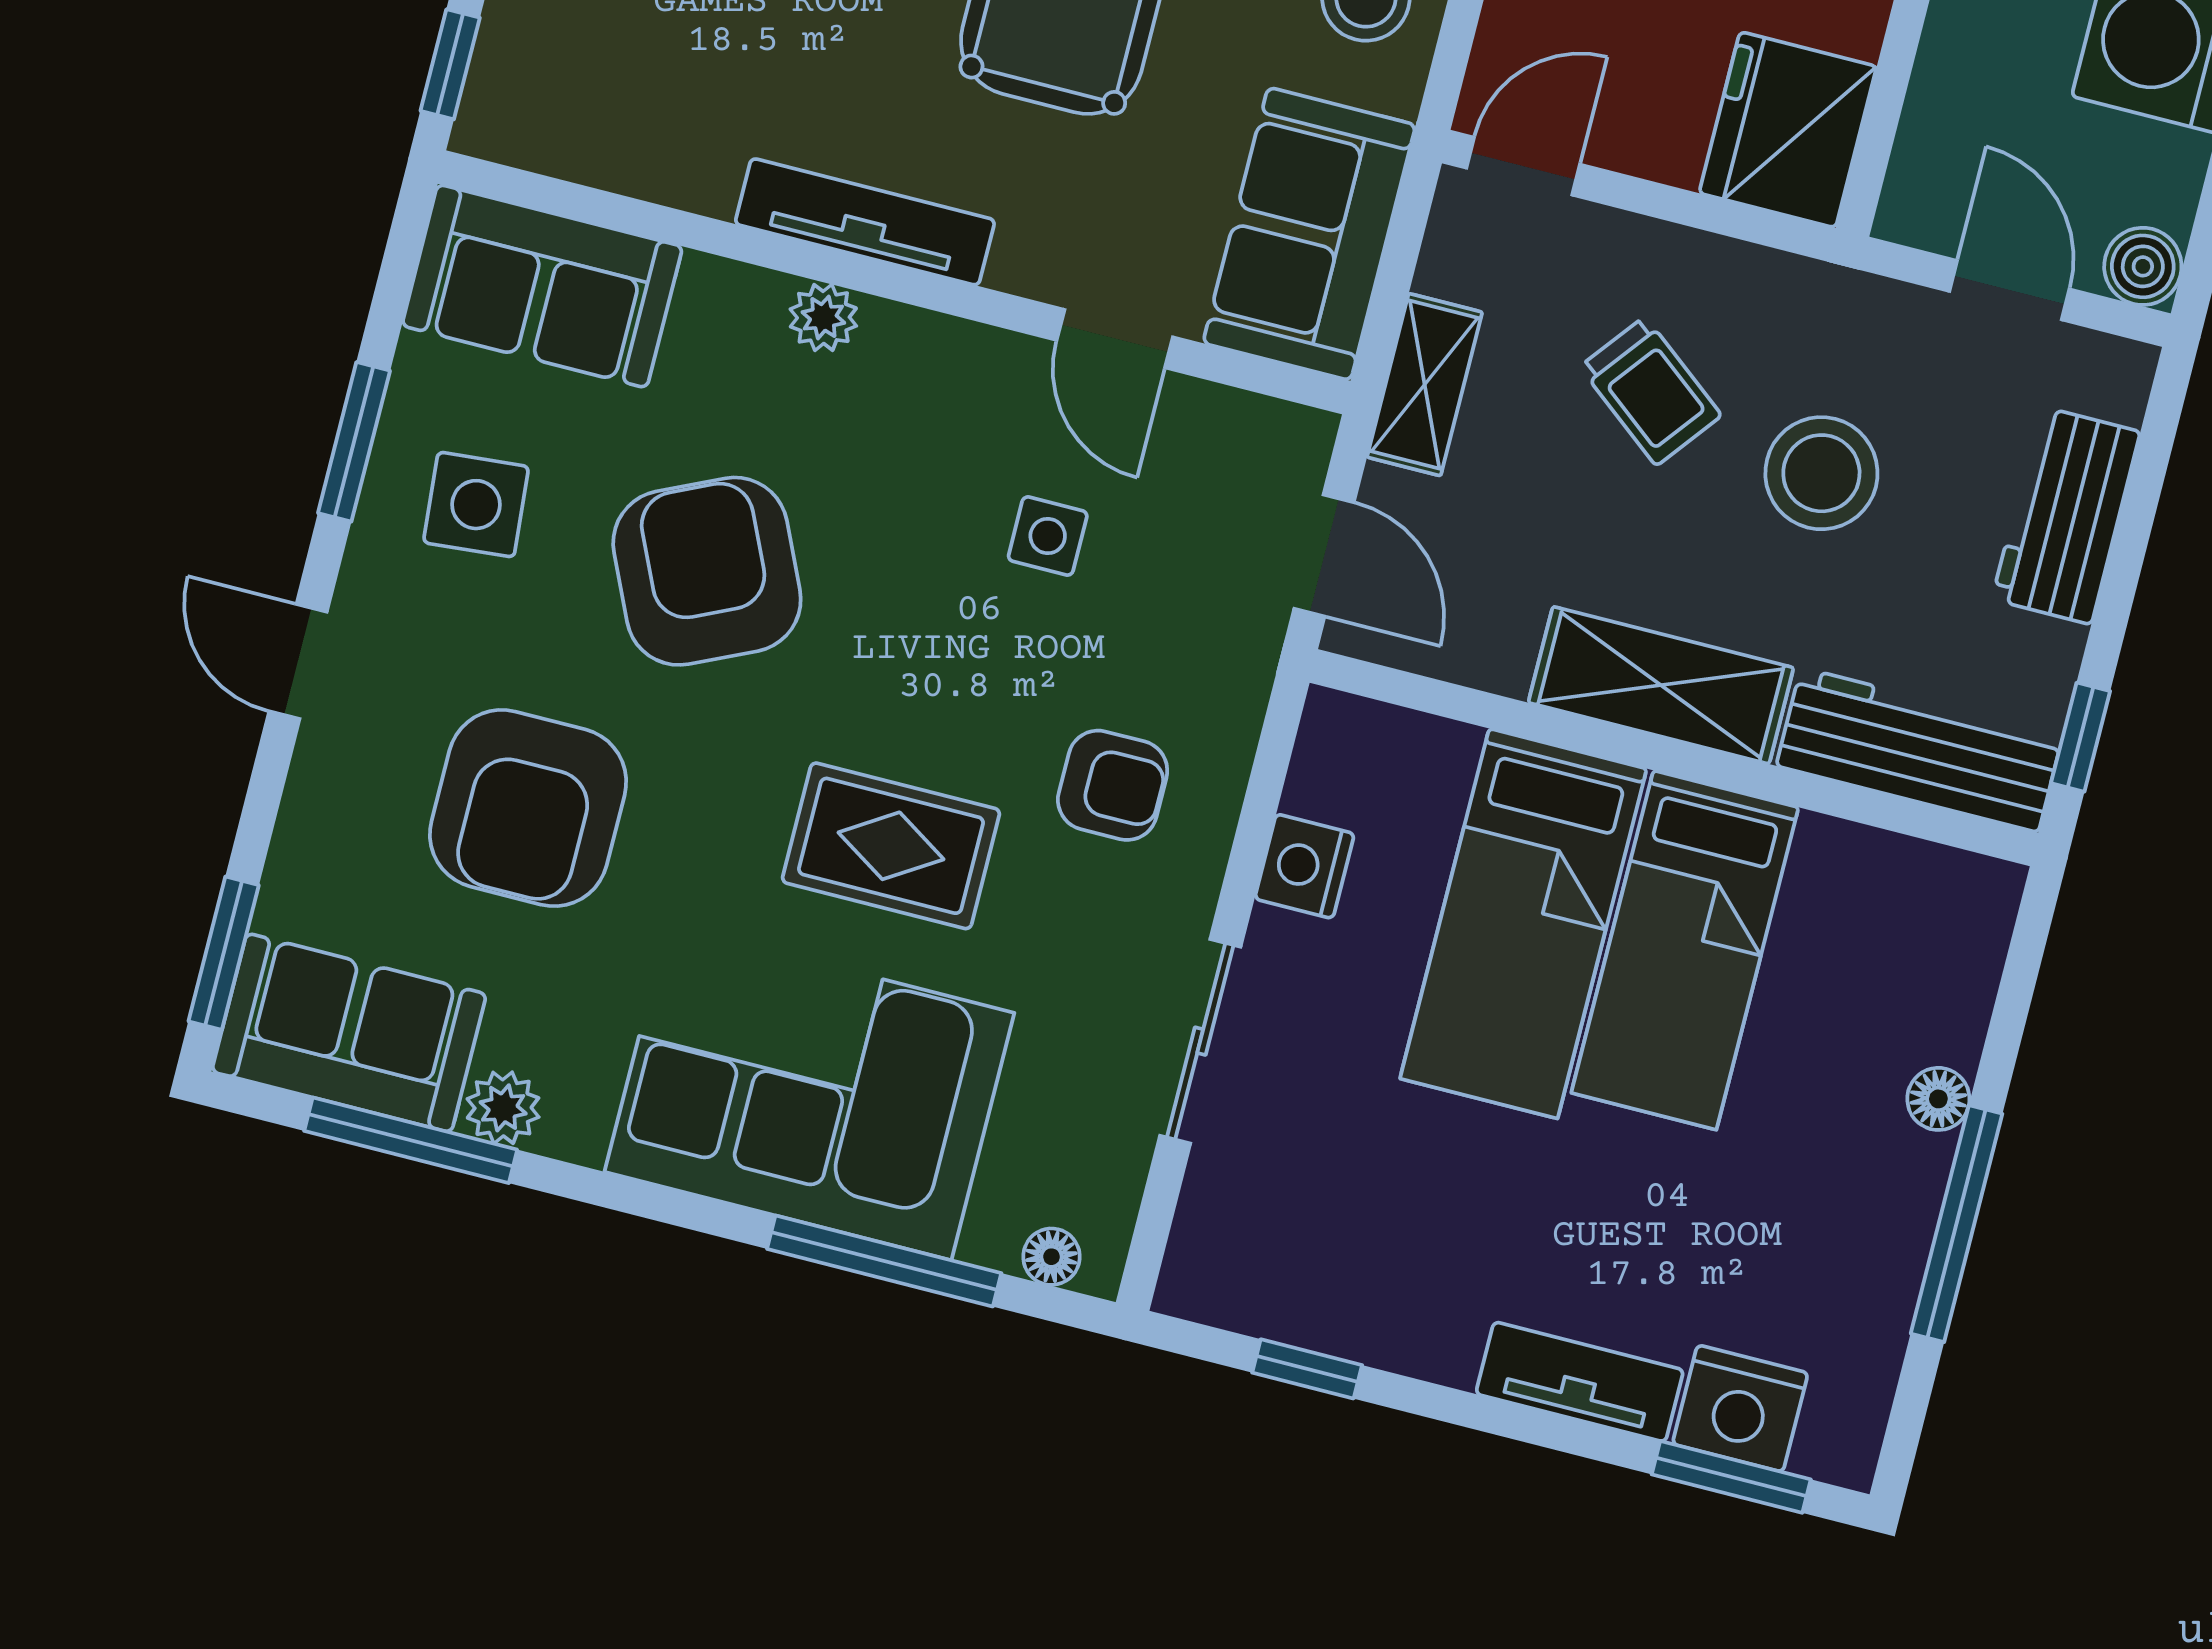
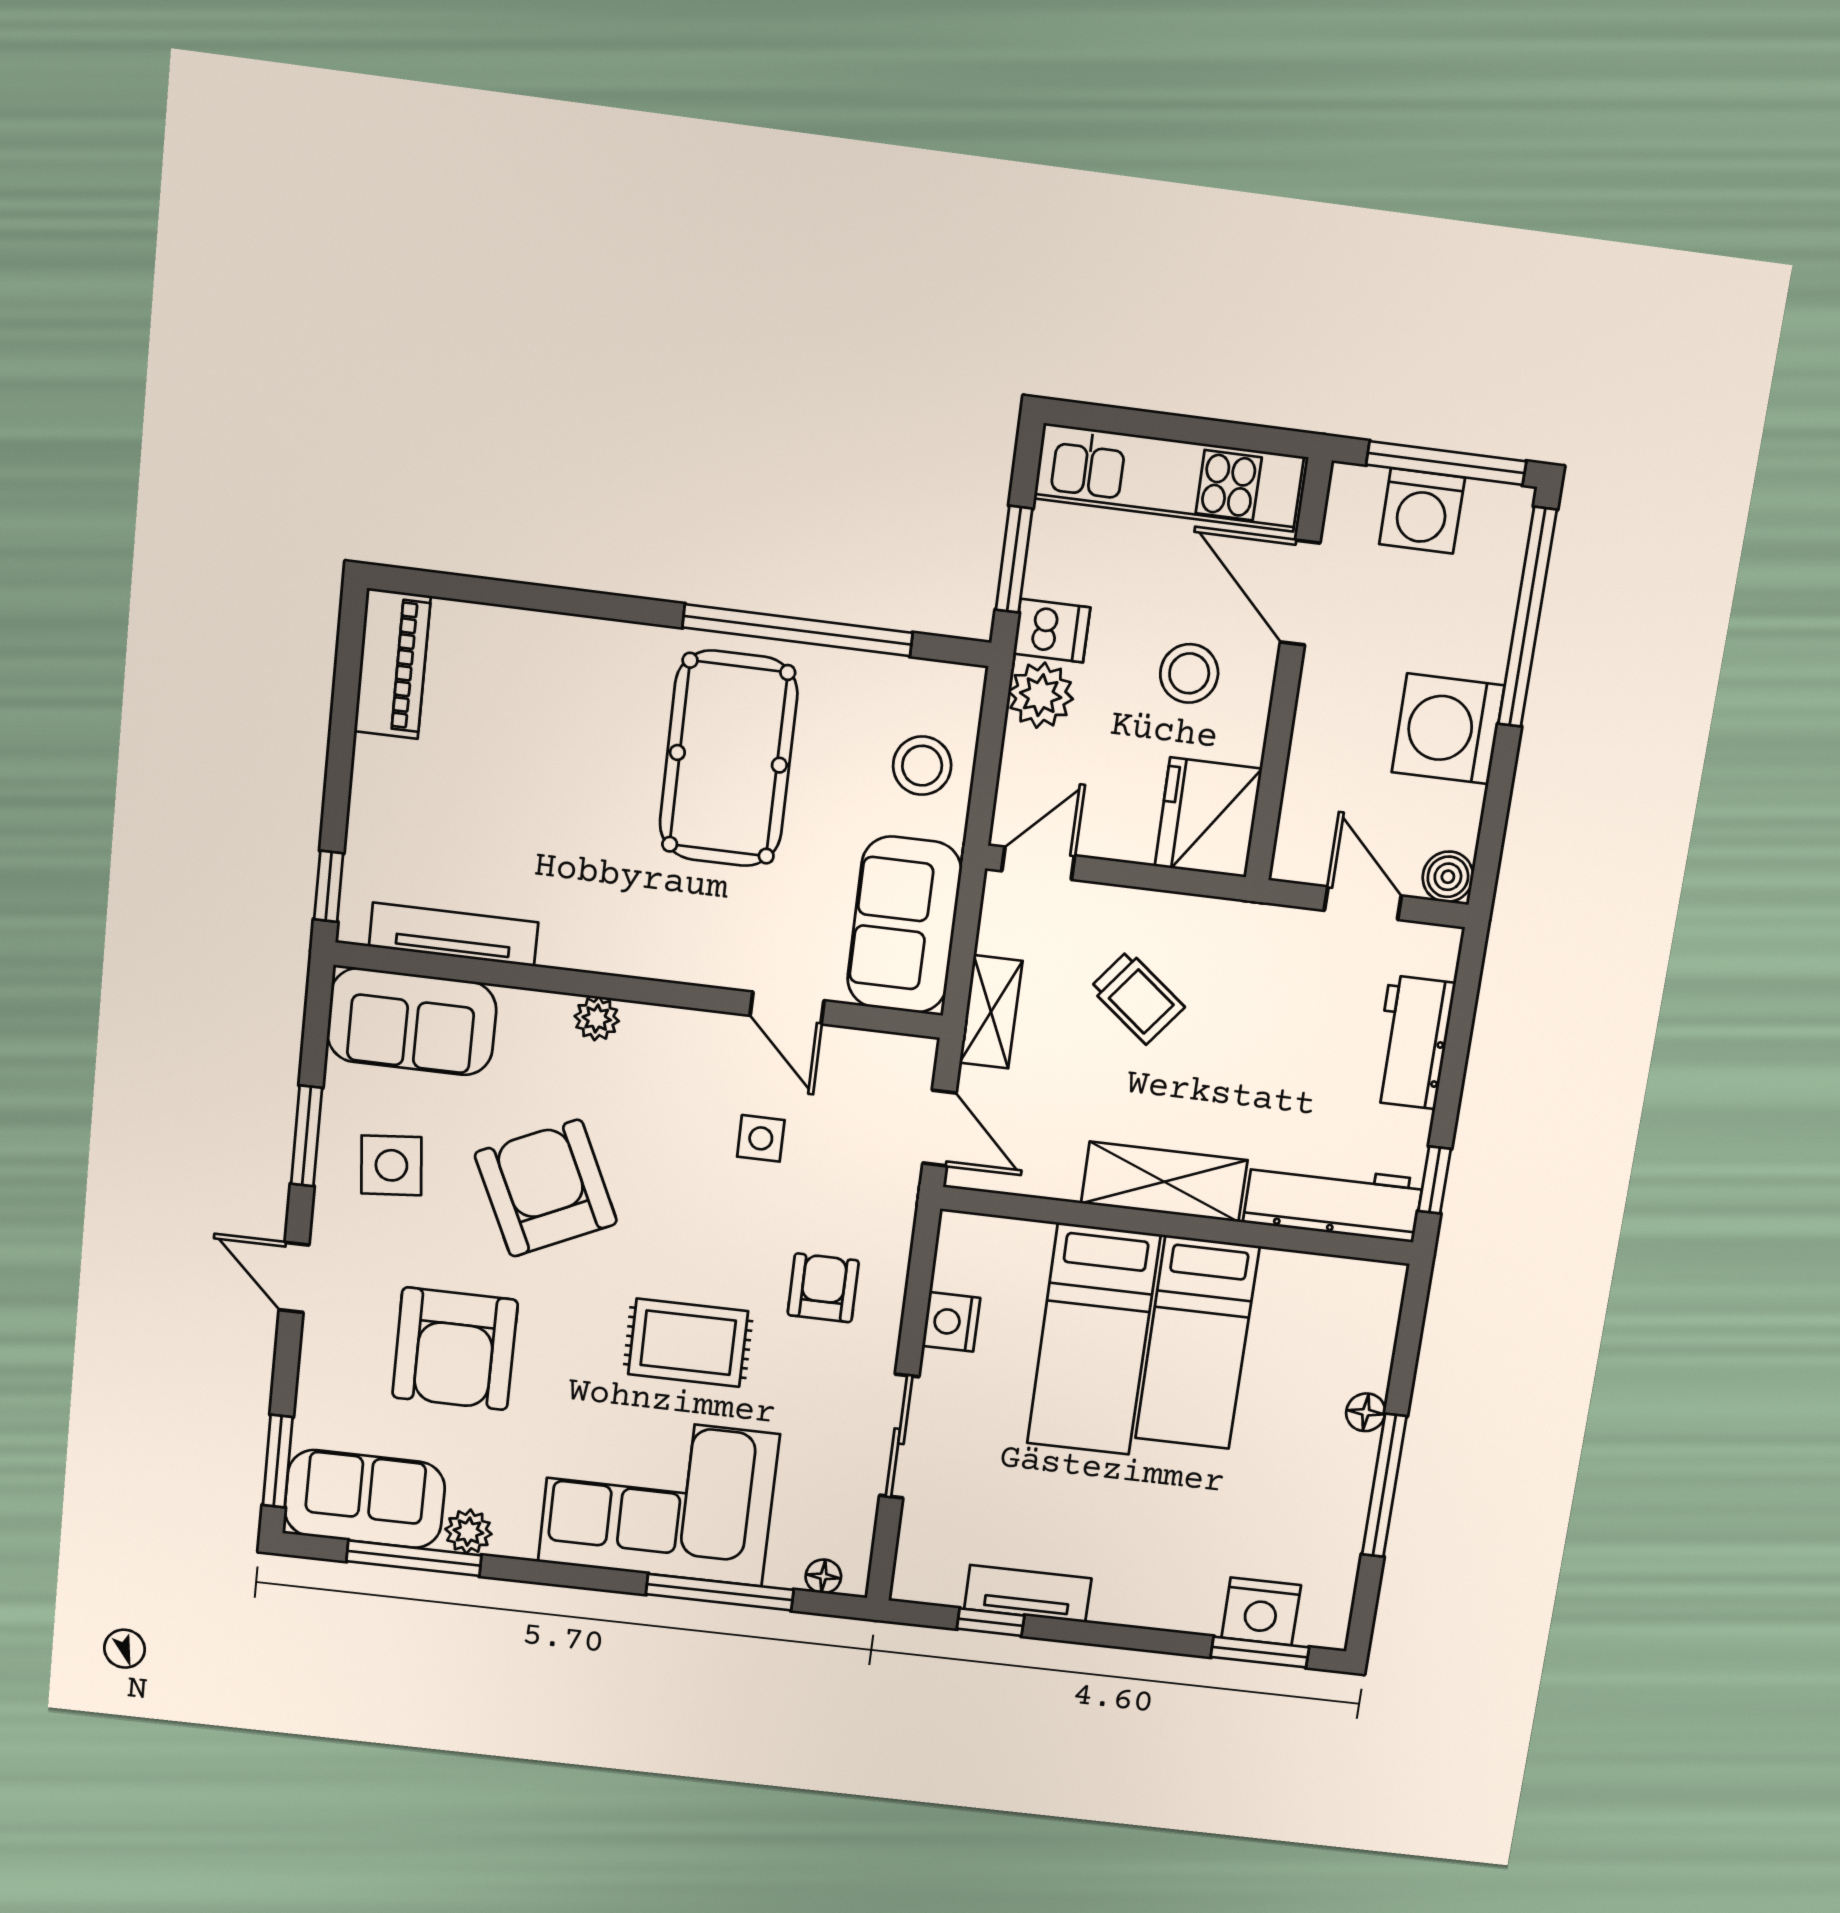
tv unit: (865, 222) -> (454, 934), moved
stool: (1821, 473) -> (1253, 1036), removed
armchair: (1113, 785) -> (823, 1288), turned -90
tv unit: (1580, 1382) -> (1028, 1594), moved

